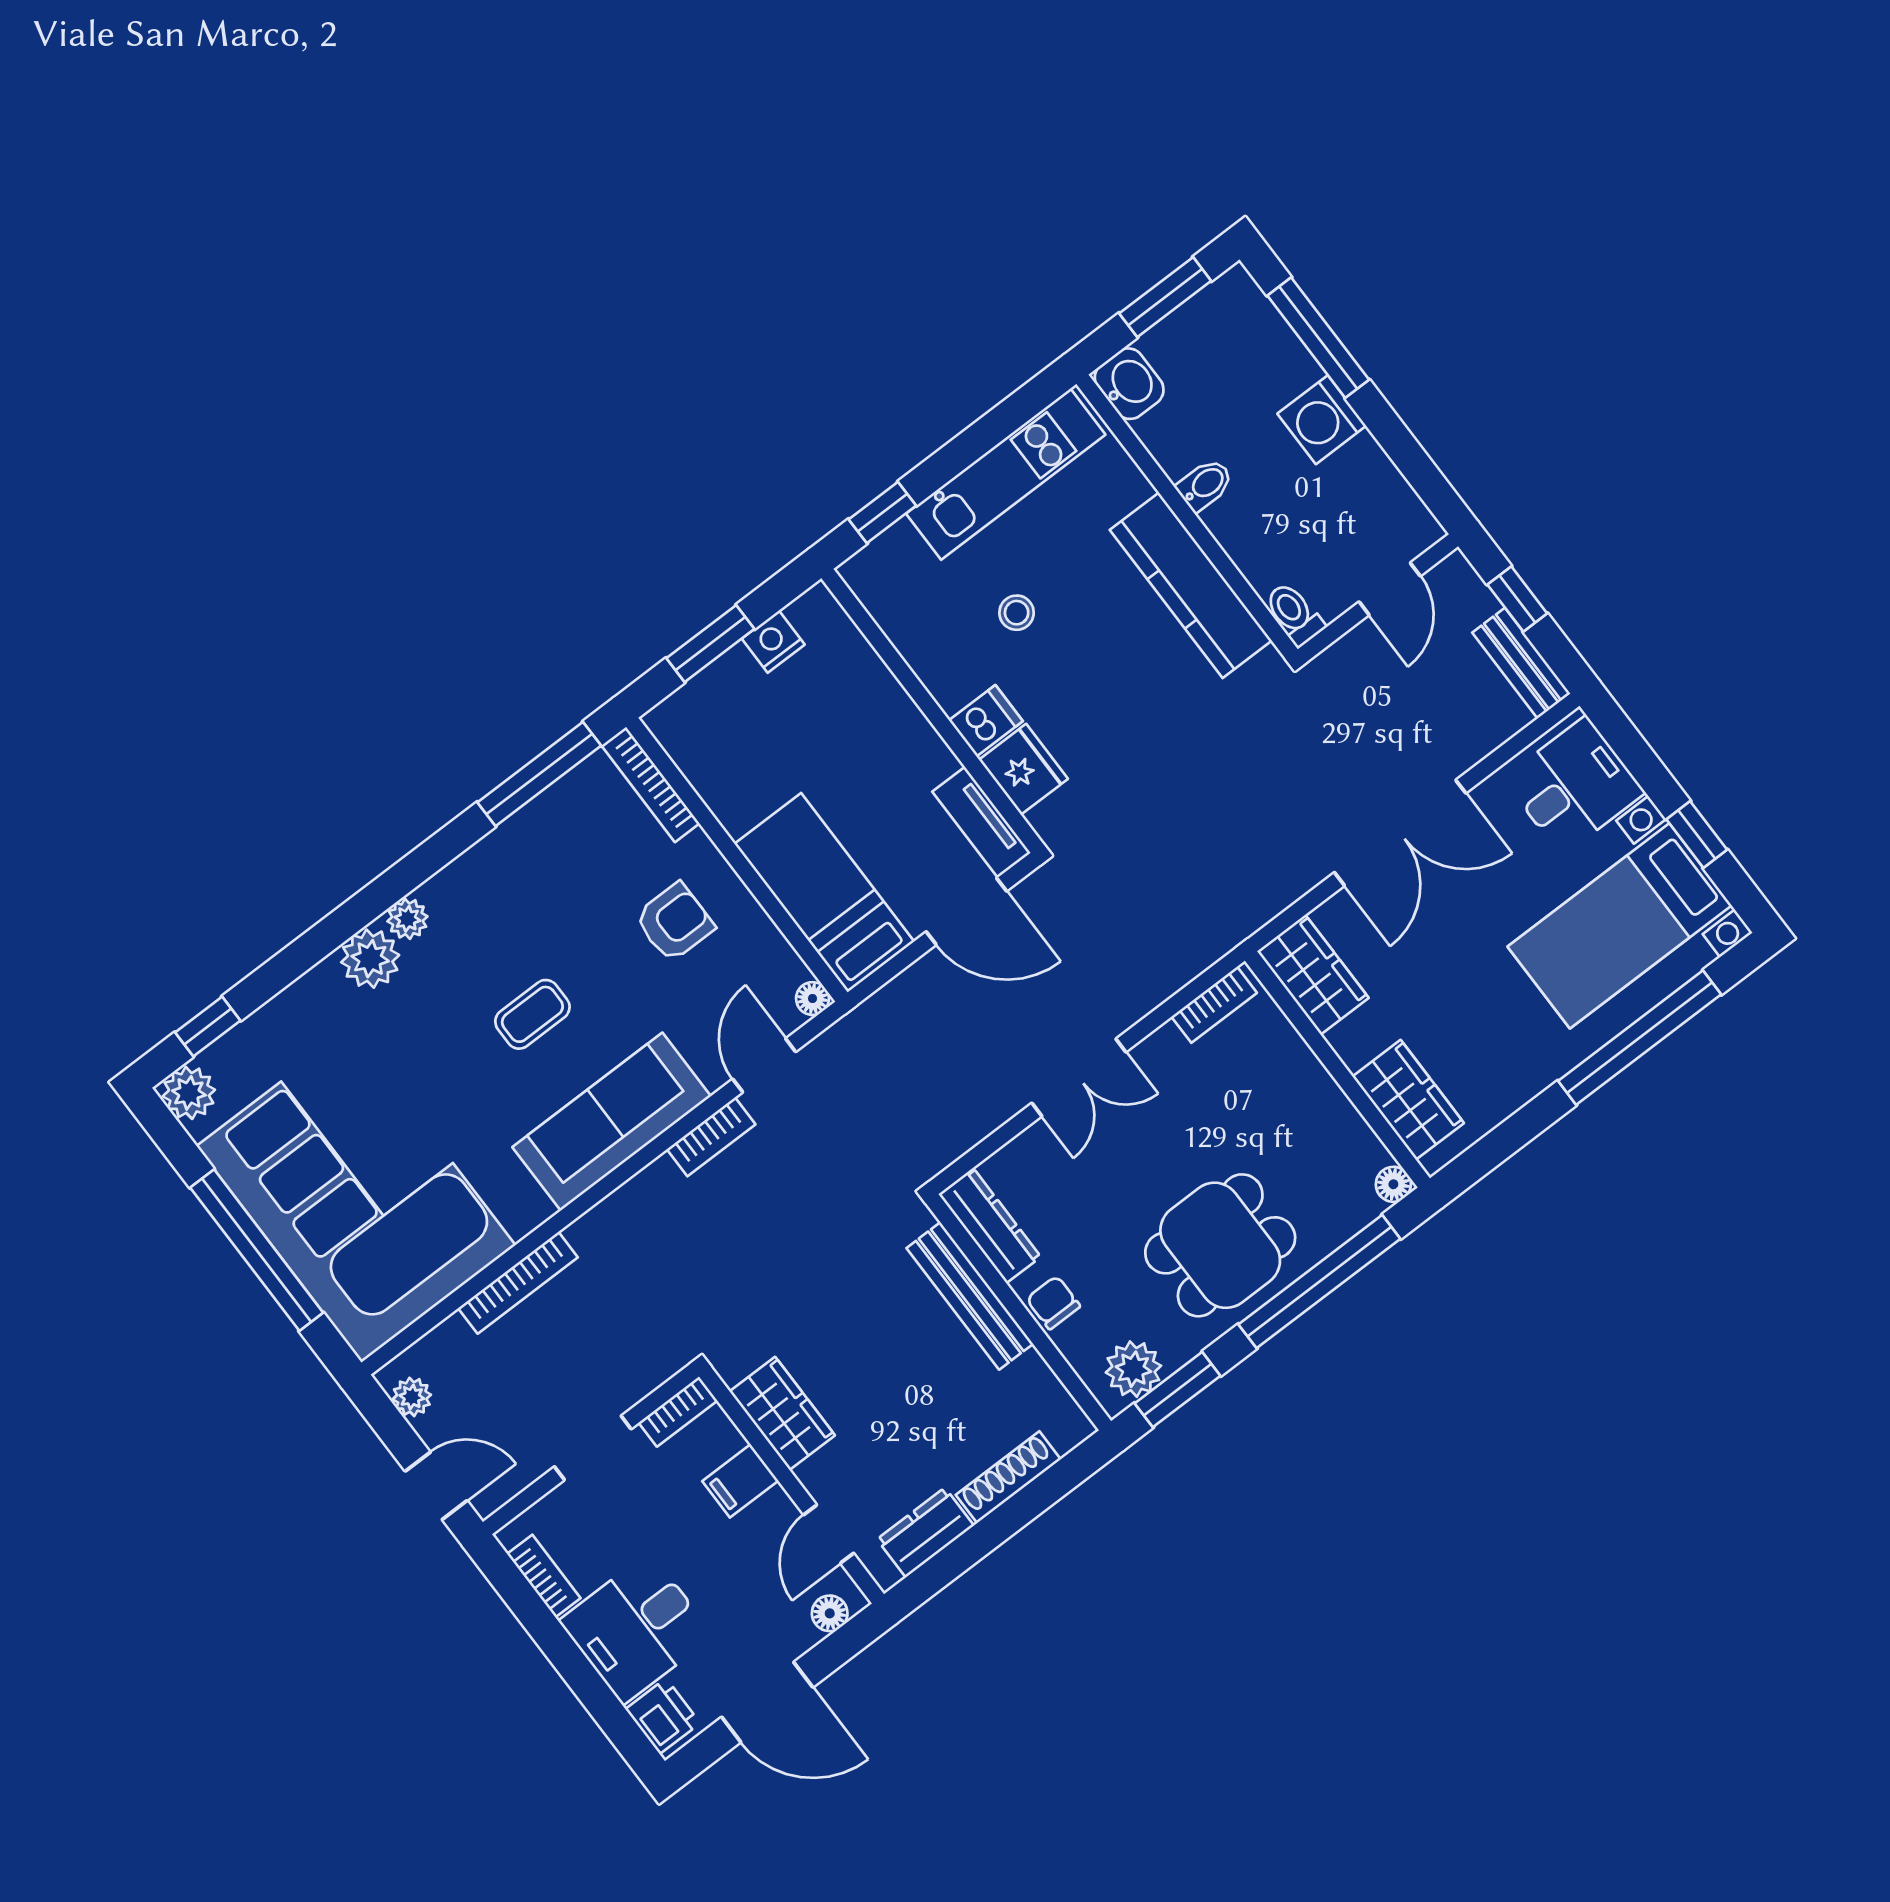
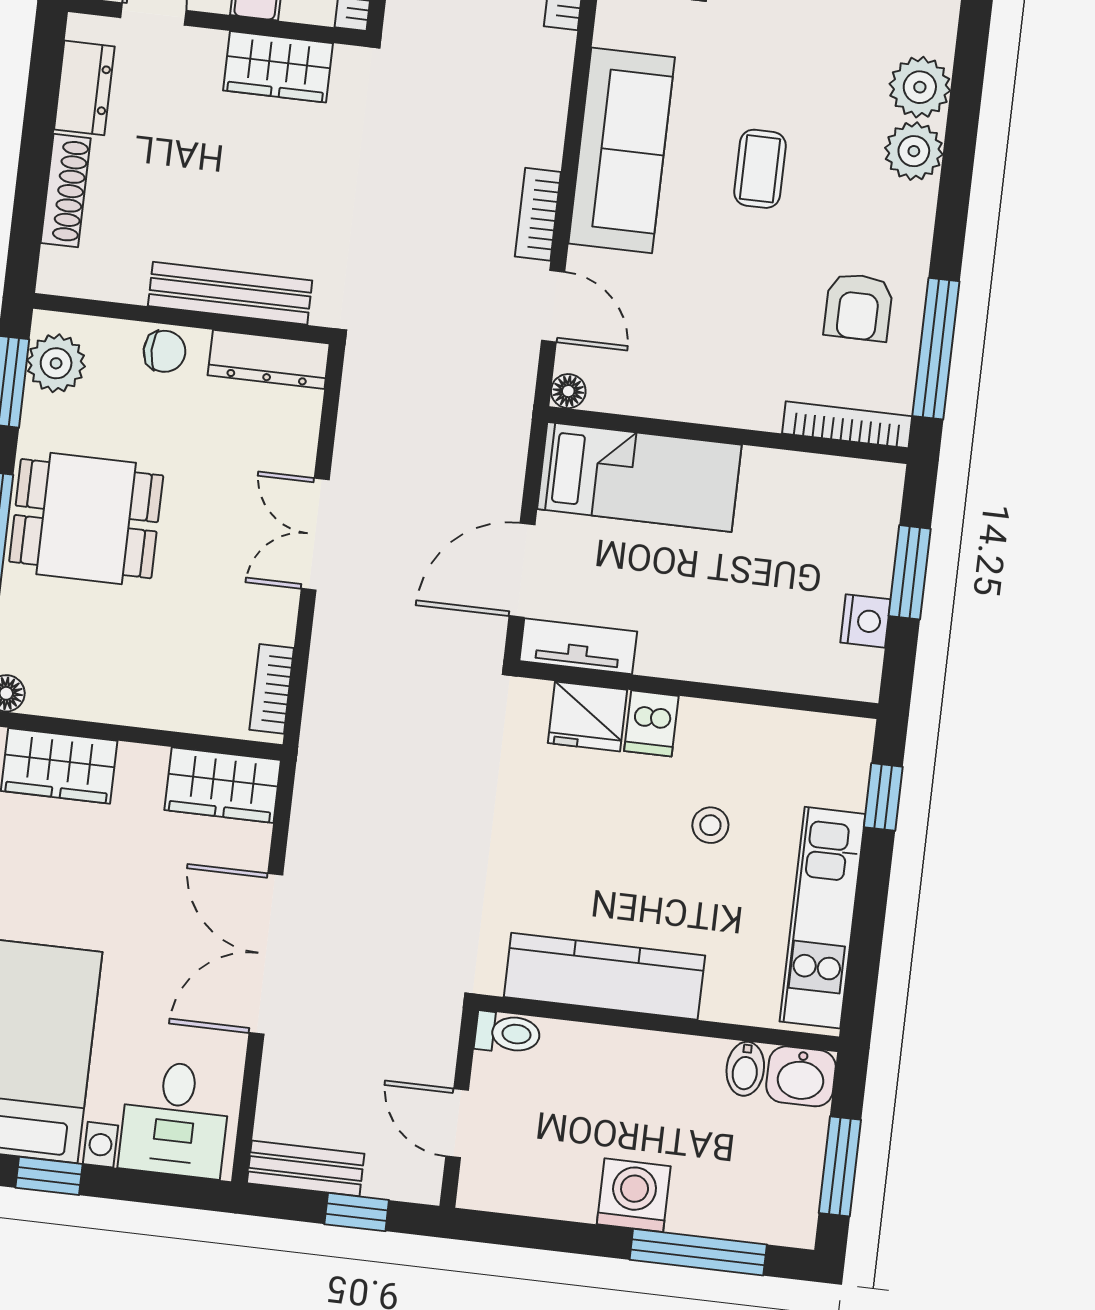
bidet: (1205, 485) -> (745, 1069), moved
plant: (407, 919) -> (914, 151), width x1.38, depth x1.38
armchair: (674, 922) -> (858, 307), moved
dining table: (1220, 1245) -> (86, 519), turned 90

